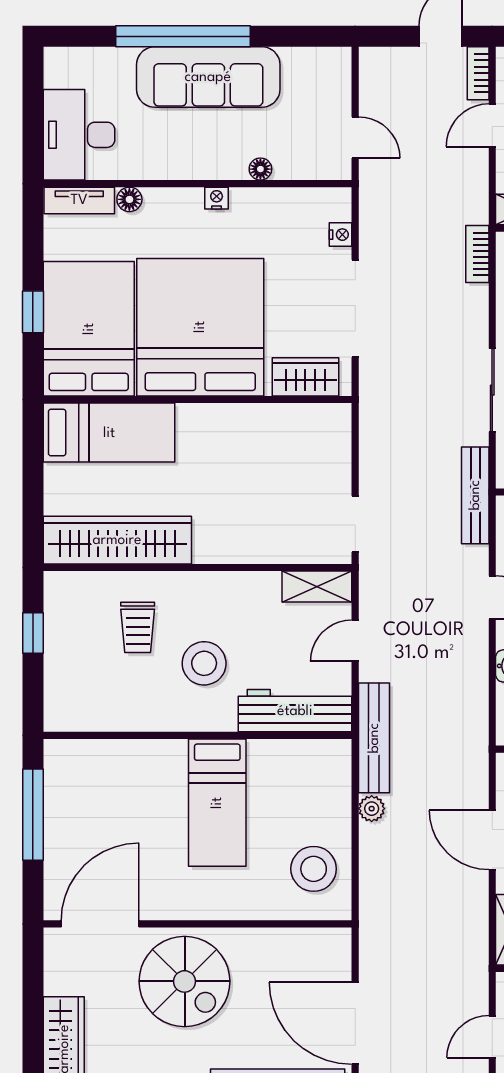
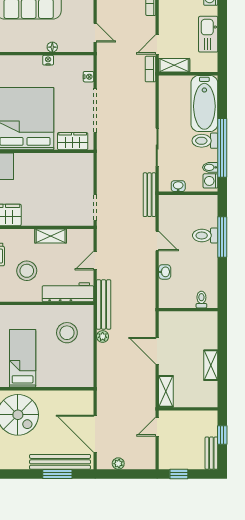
door: (492, 125) -> (157, 44), moved
nightstand: (217, 198) -> (48, 60), moved
bookcase: (477, 254) -> (150, 69), moved
shelving: (317, 587) -> (51, 236), moved
bed: (217, 803) -> (23, 358), moved, turned 180
stool: (314, 869) -> (67, 333), moved
door: (492, 1037) -> (157, 427), moved

